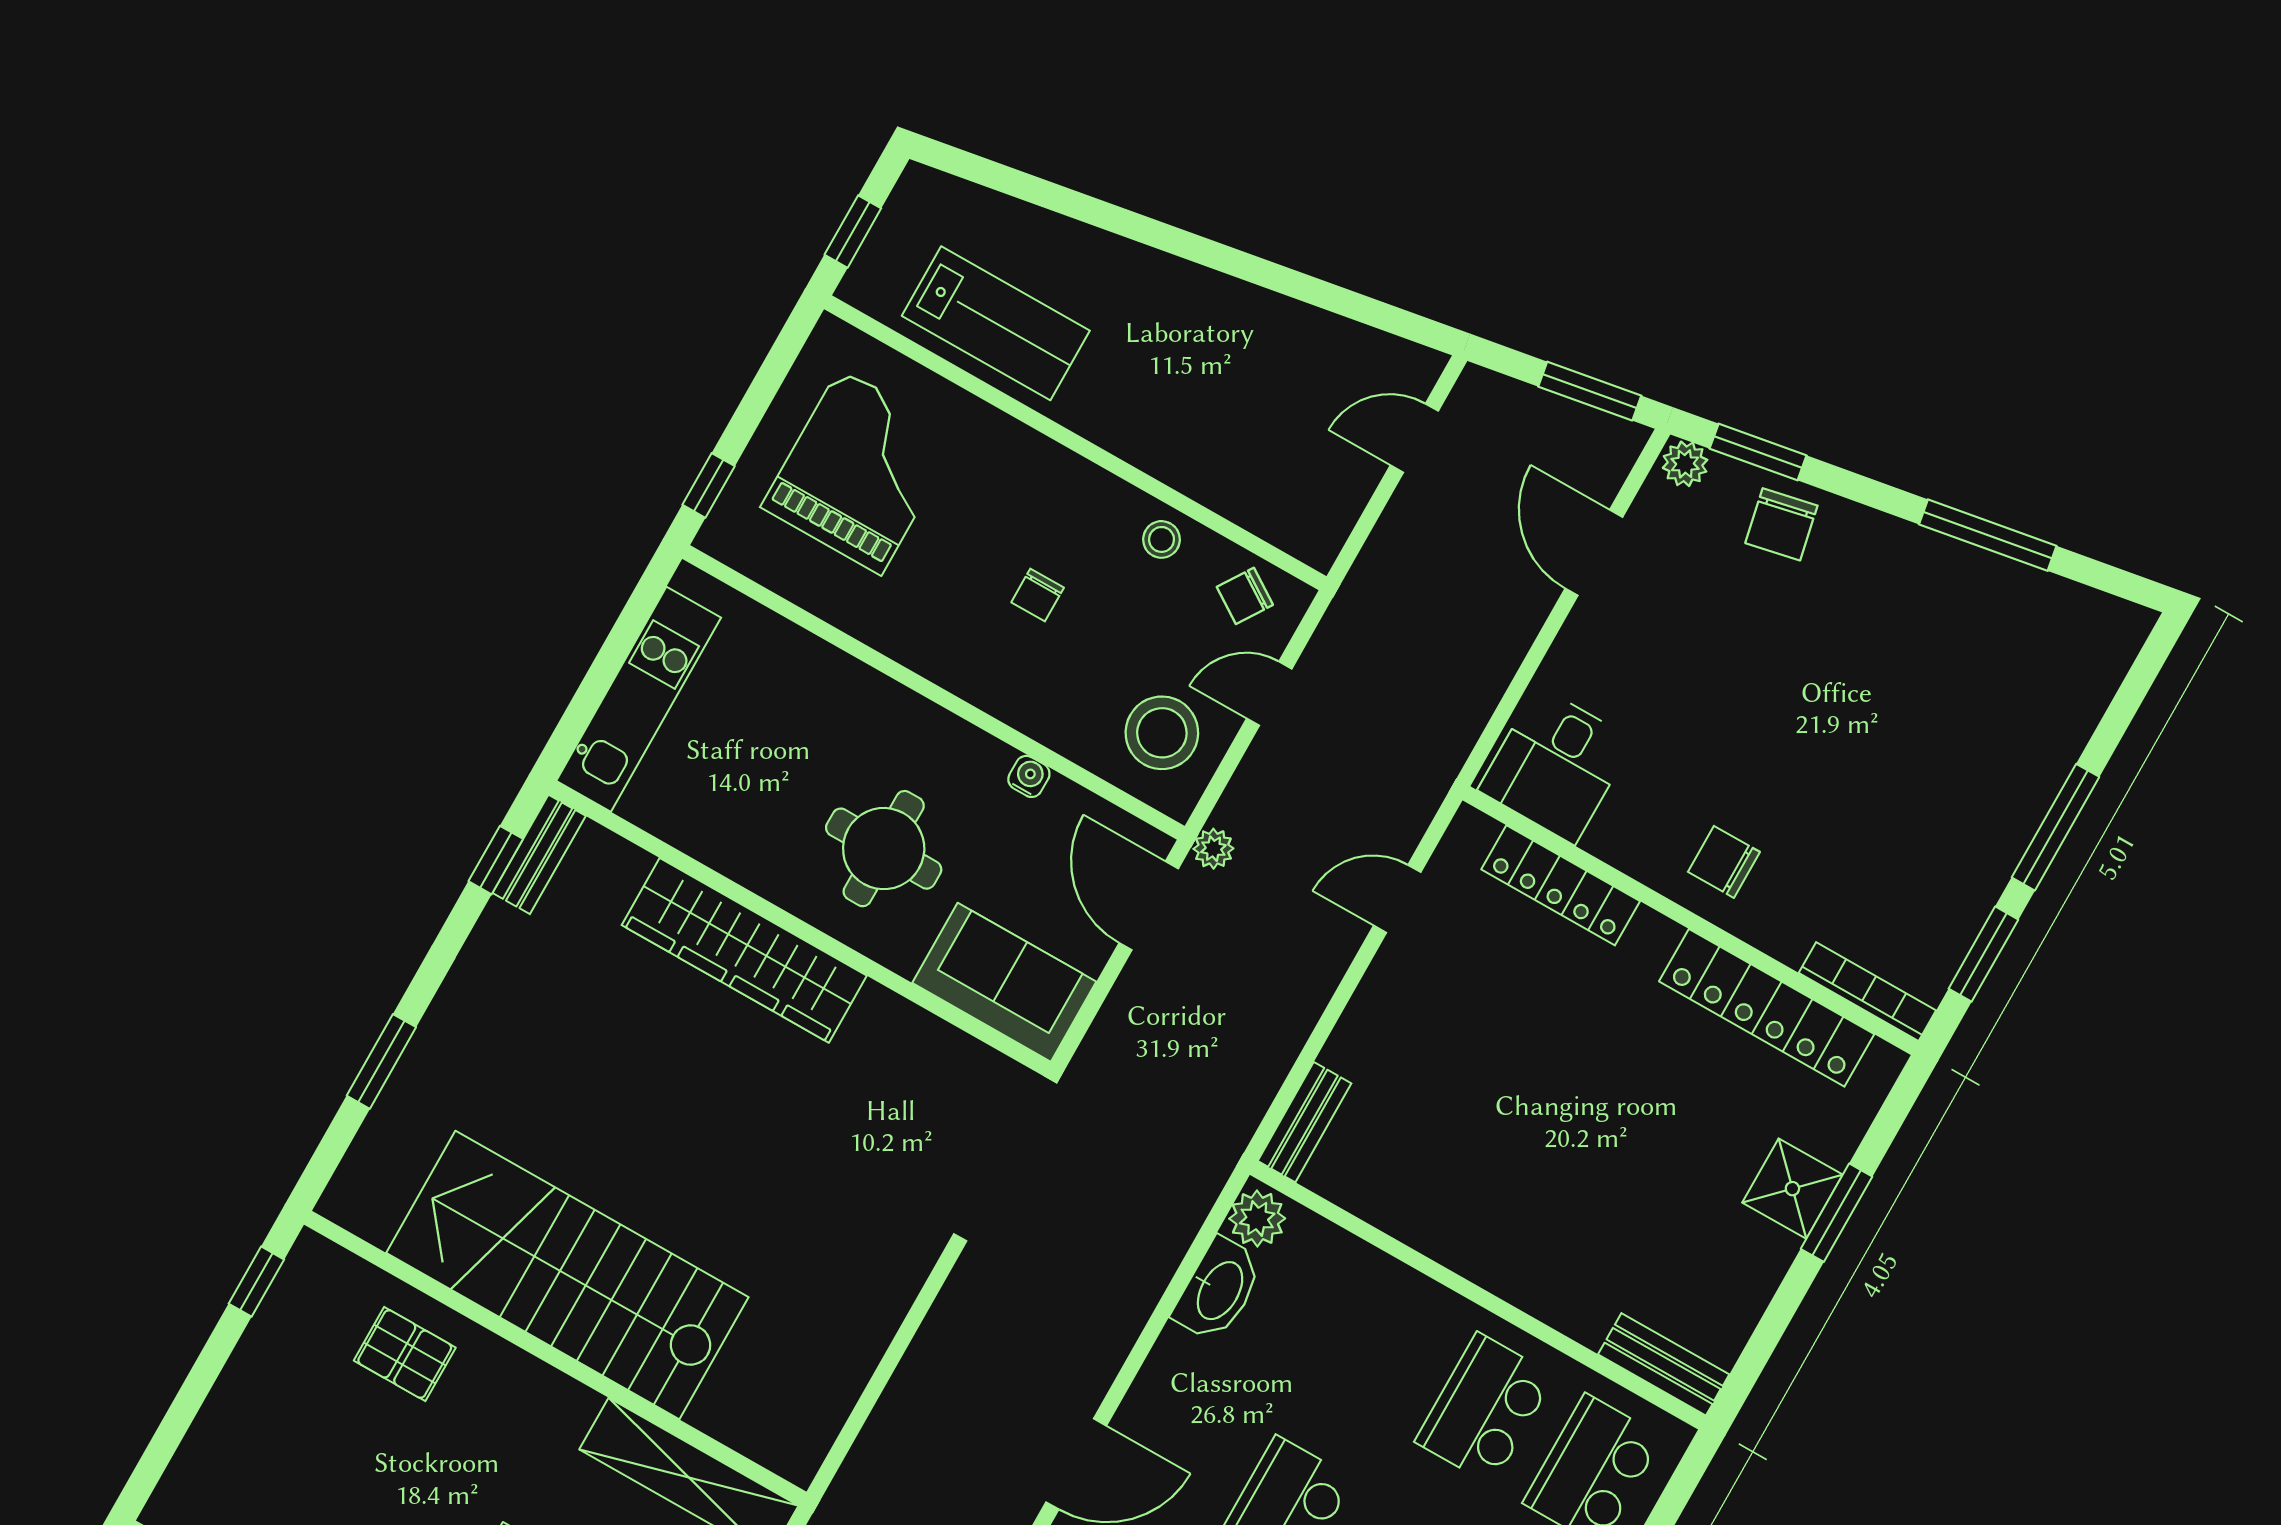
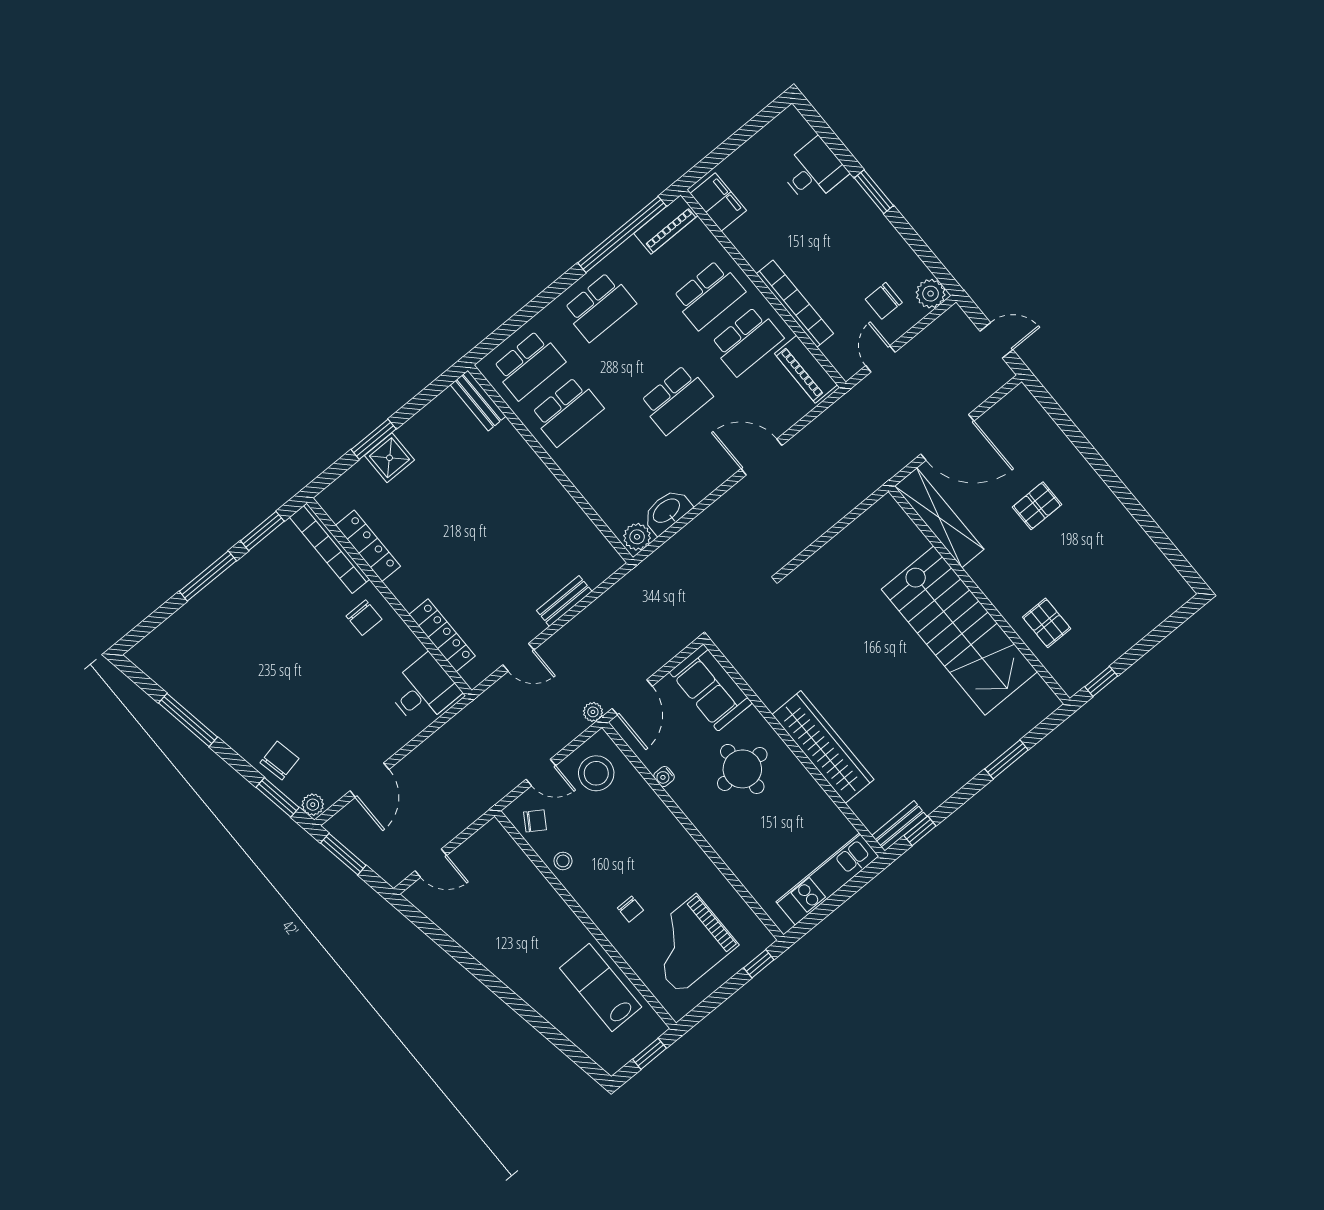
chair: (1038, 595) -> (630, 909), moved, turned 90
bookcase: (1867, 992) -> (330, 548), width x1.48, depth x1.31
locker: (1767, 1008) -> (368, 546), width x0.71, depth x0.83
bench: (1304, 1122) -> (564, 601), moved

